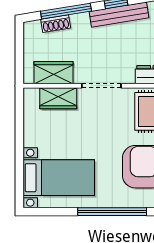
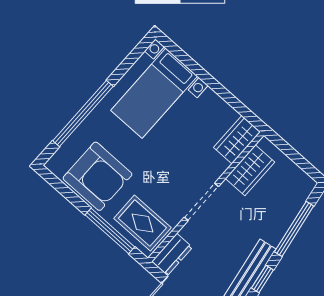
shoe rack: (56, 24) -> (291, 210), removed
wardrobe: (58, 98) -> (237, 140), moved

